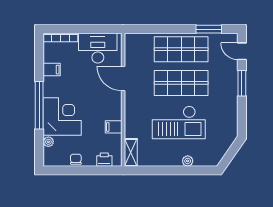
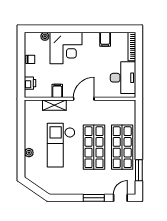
door: (123, 78) -> (84, 99), moved
window: (39, 105) -> (75, 29), removed
shelving: (131, 152) -> (54, 105), moved

